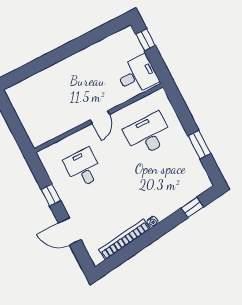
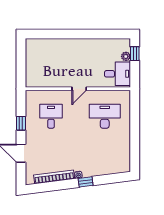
plant: (136, 49) -> (126, 56), added
window: (199, 145) -> (135, 140), removed
window: (192, 207) -> (86, 182), moved

